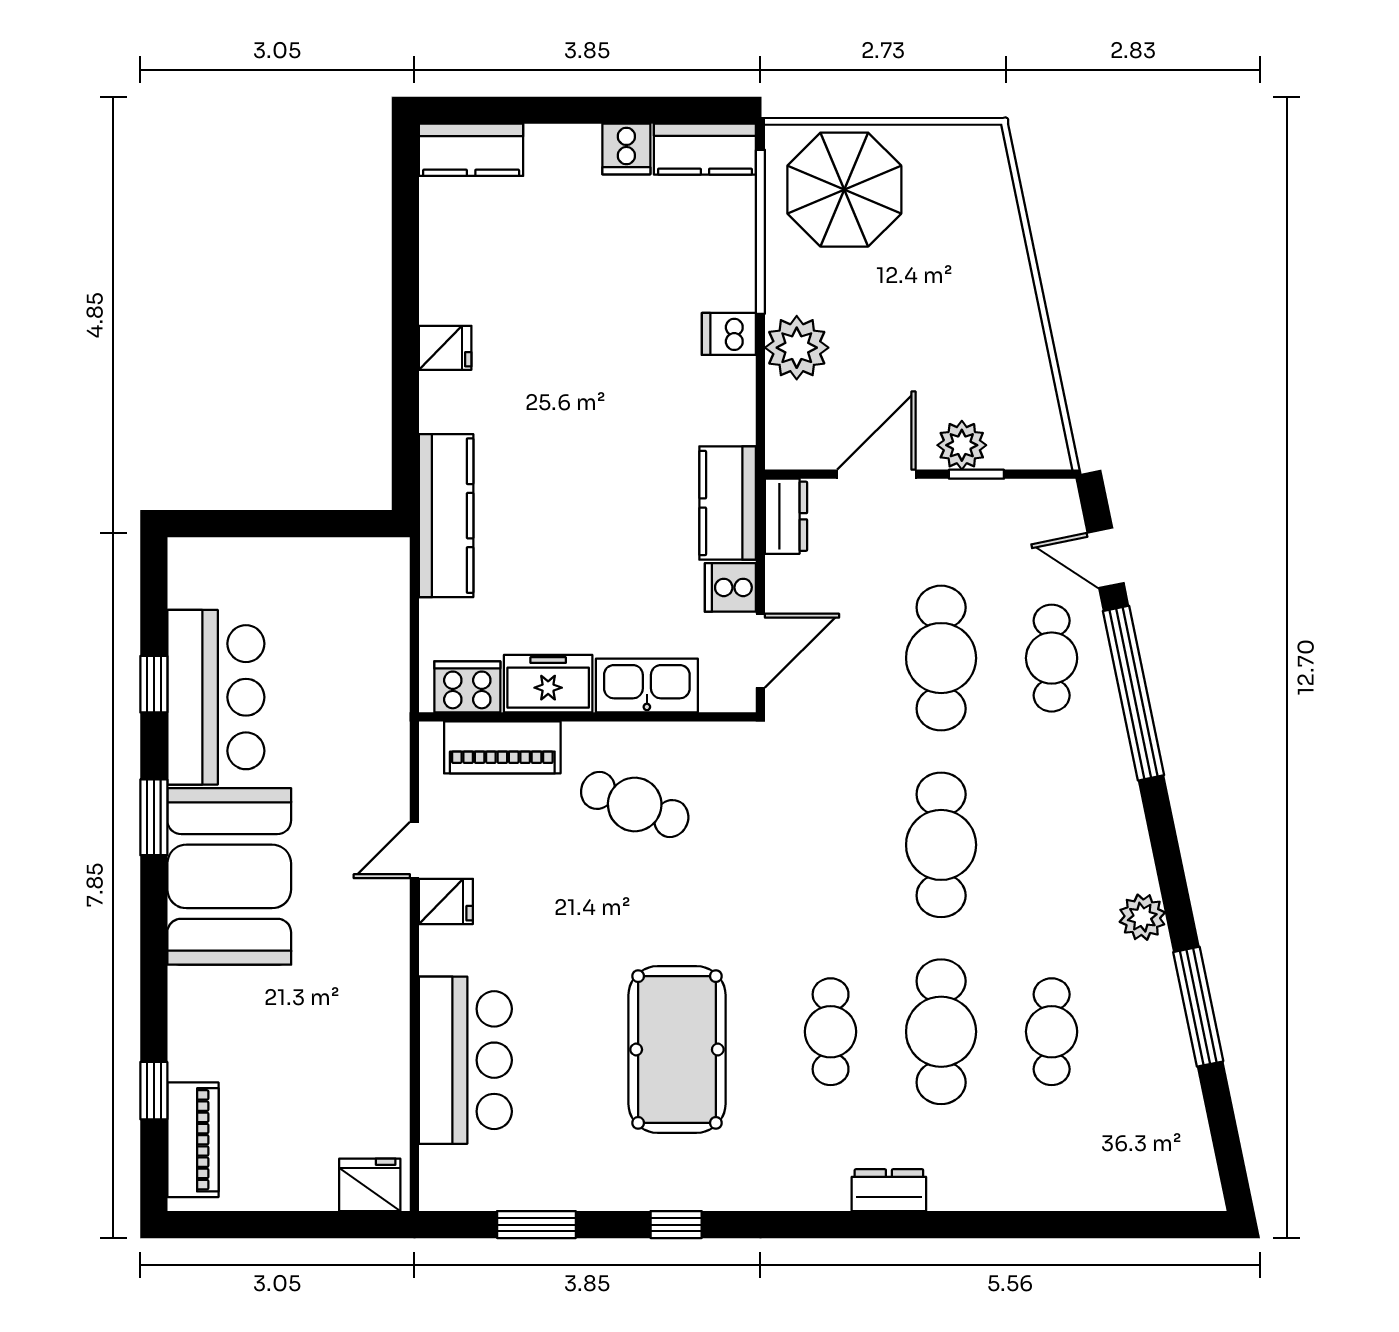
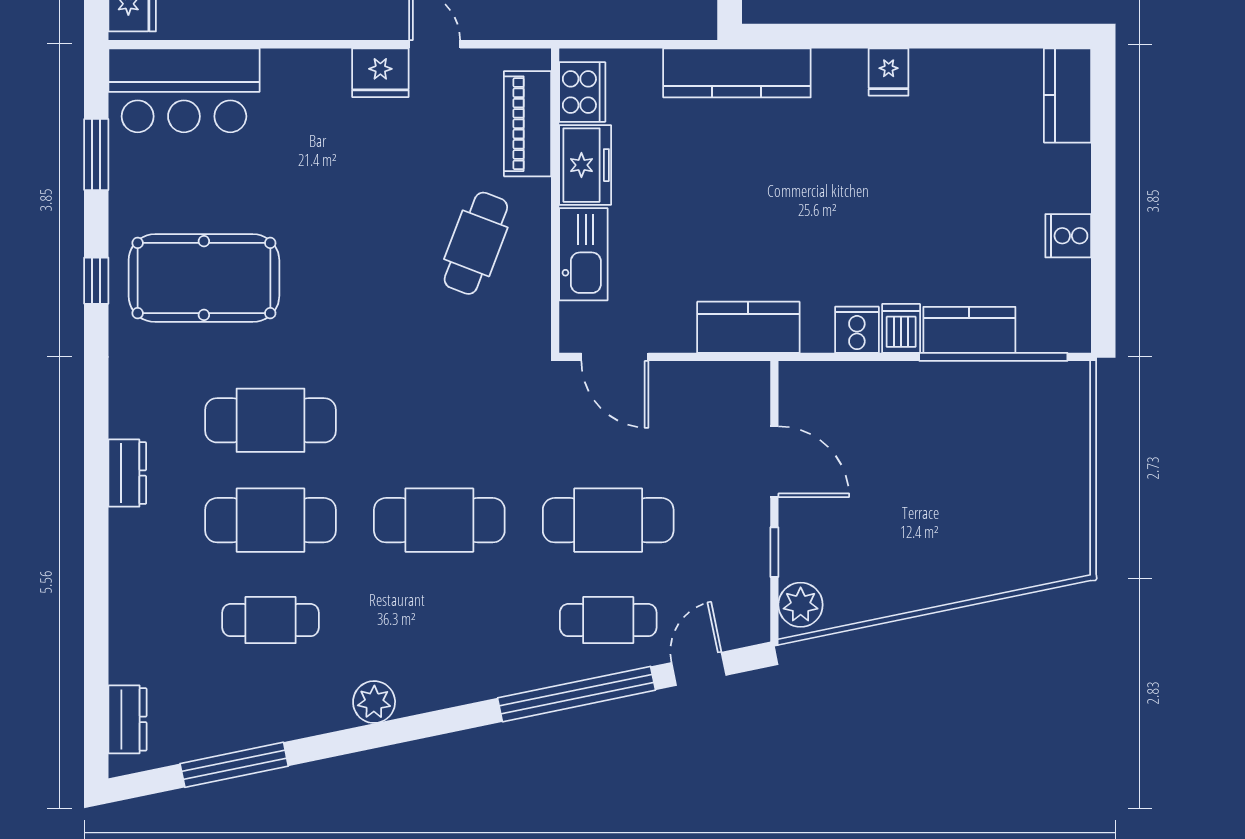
kitchen counter: (705, 149) -> (969, 330), moved, turned 90
parasol: (844, 190) -> (1032, 433), removed
plant: (797, 348) -> (889, 390), removed
plant: (962, 445) -> (801, 605), moved
dresser: (786, 516) -> (127, 719), moved, turned -90
cooker: (730, 587) -> (857, 330), moved
fridge: (446, 901) -> (380, 73), width x1.38
window: (1198, 1007) -> (234, 765), moved
cafe table: (831, 1032) -> (270, 420), width x1.37, depth x1.35
pool table: (677, 1050) -> (204, 278), moved
bar counter: (465, 1060) -> (184, 90), moved

